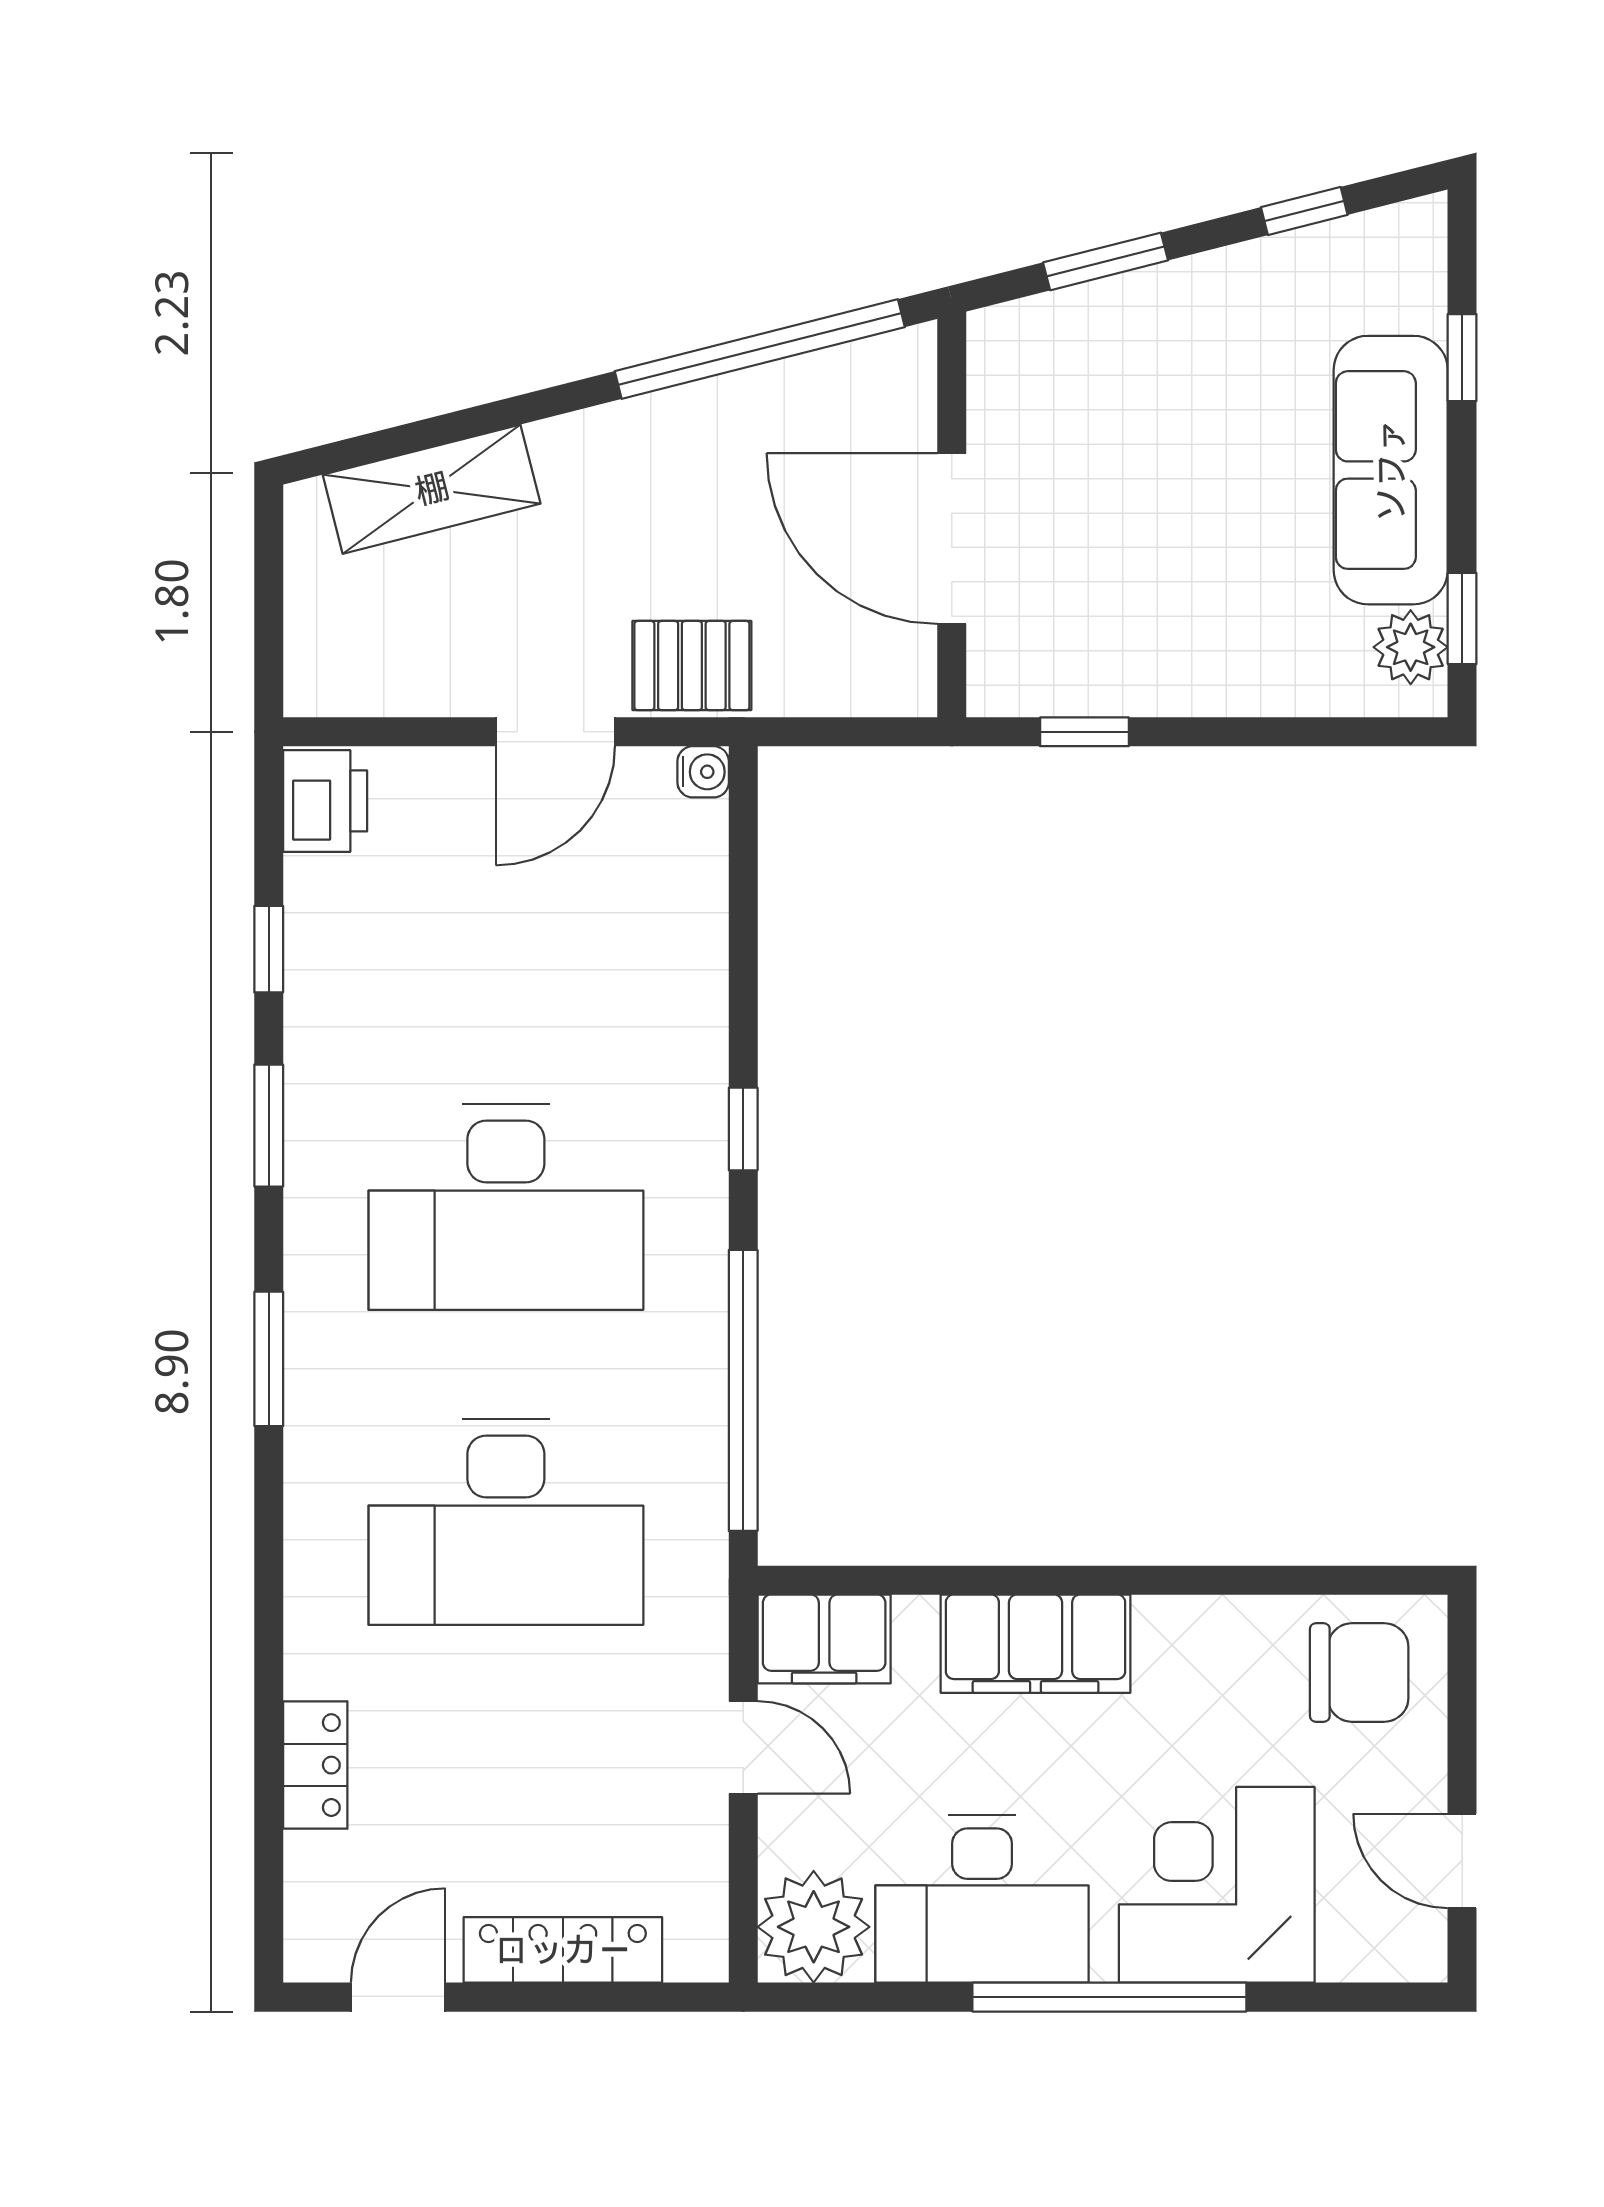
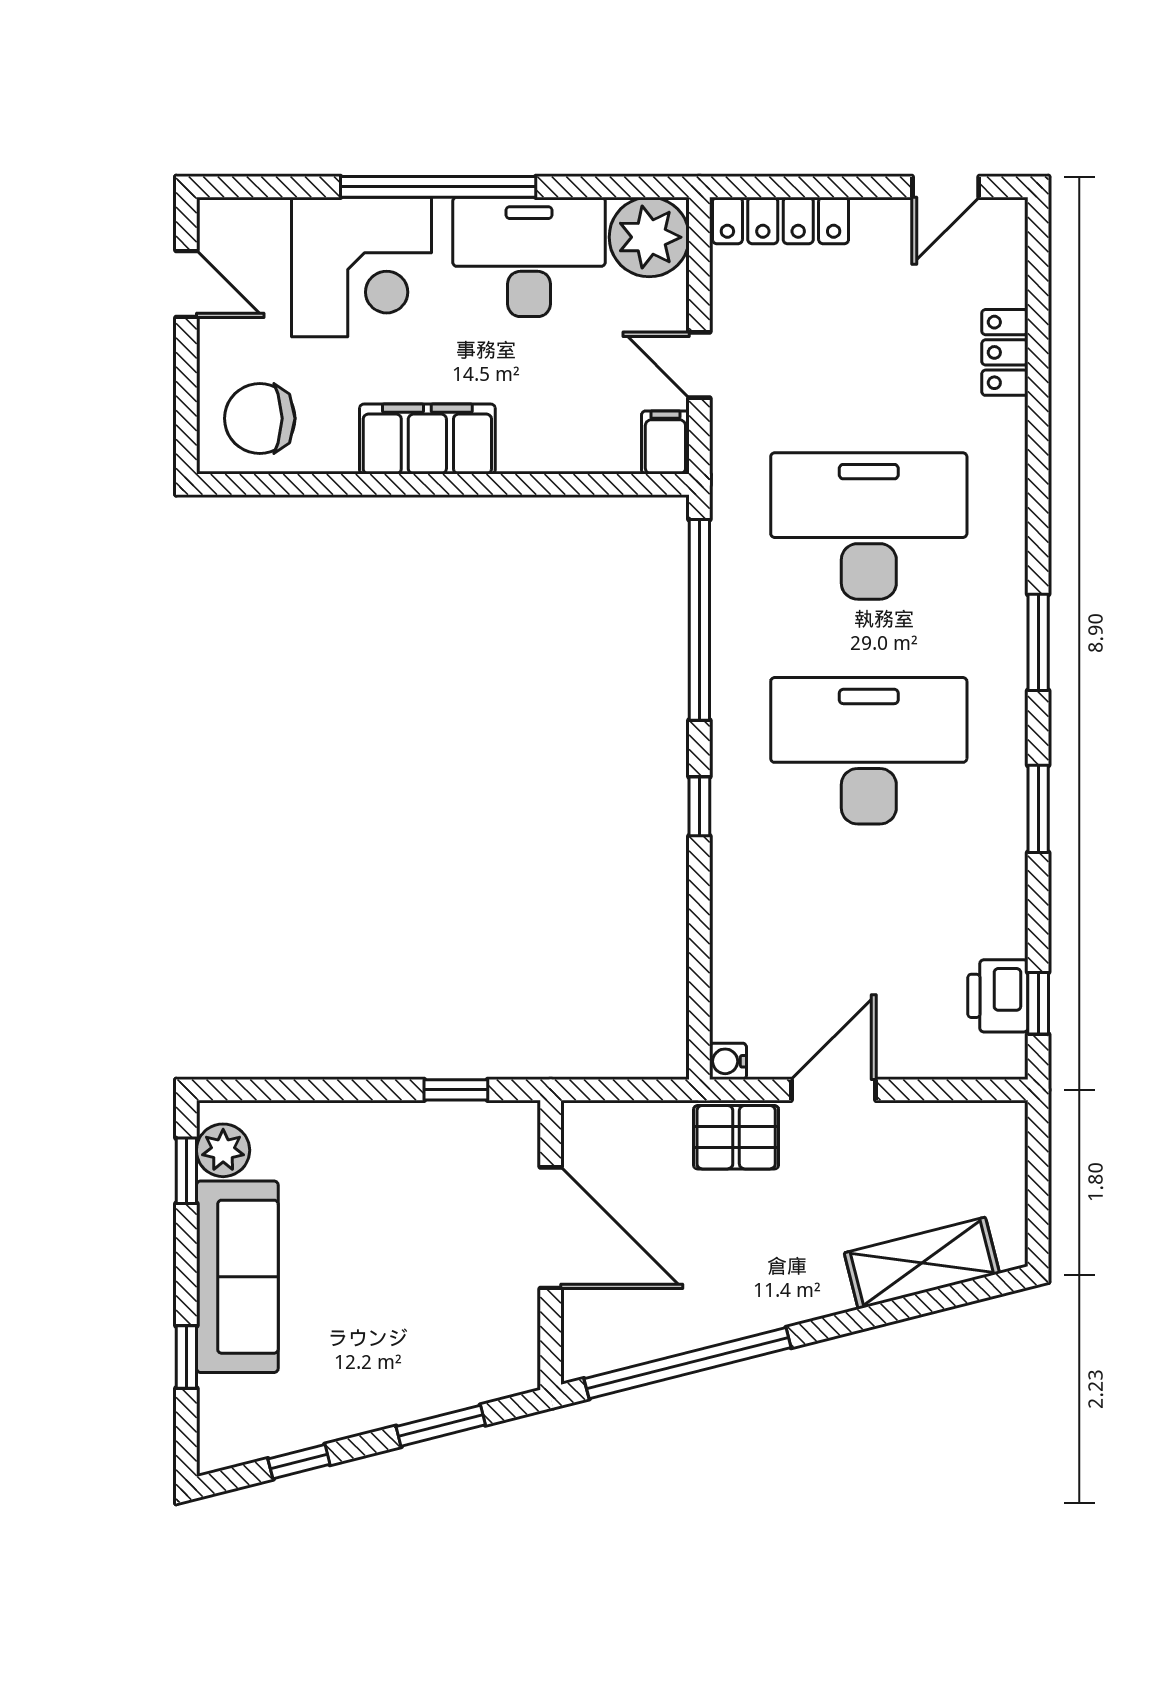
printer: (325, 801) -> (998, 996), moved
window: (269, 949) -> (1038, 1003), moved
filing cabinet: (824, 1639) -> (665, 442), width x0.50
filing cabinet: (1036, 1644) -> (427, 439), moved
locker: (563, 1950) -> (781, 220), moved

